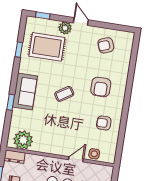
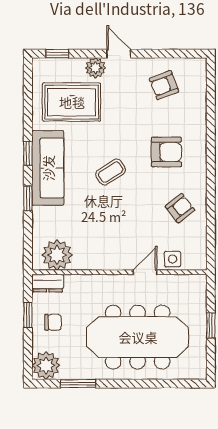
window: (19, 50) -> (28, 153), moved
armchair: (101, 87) -> (166, 152), turned -90
sofa: (25, 91) -> (48, 168), width x1.36
armchair: (104, 123) -> (180, 208), turned 142

